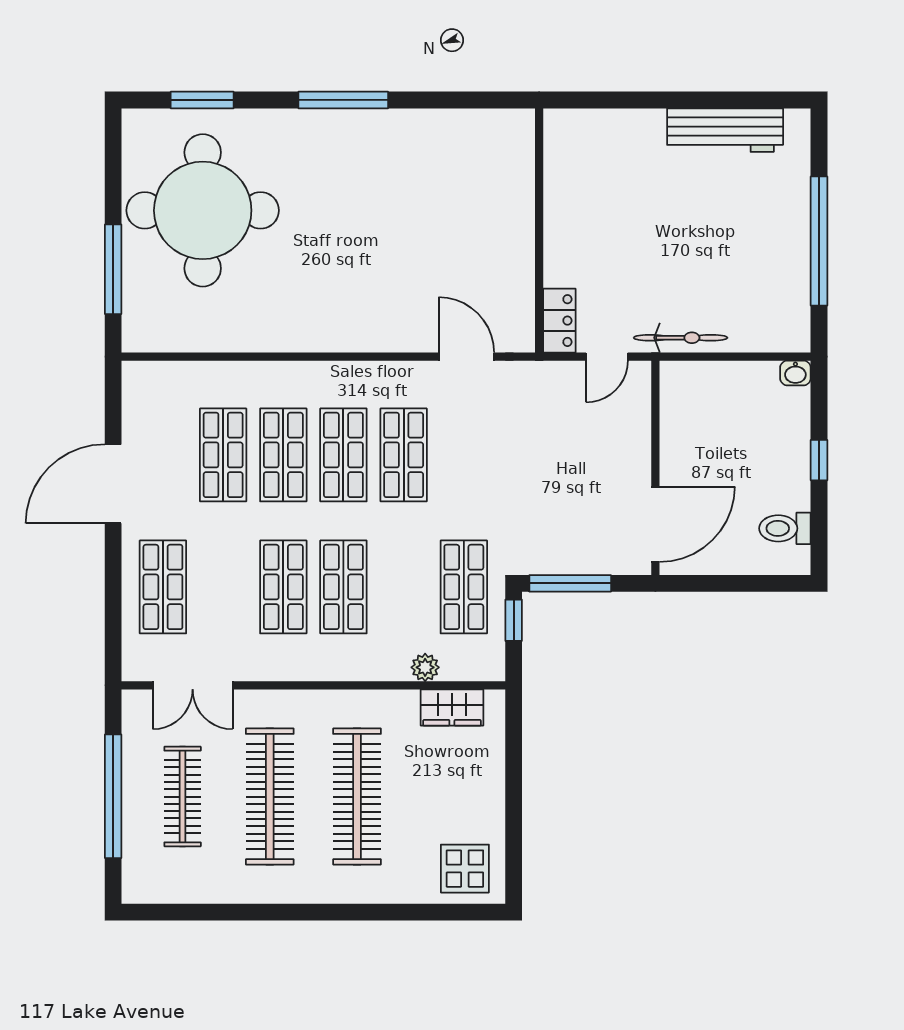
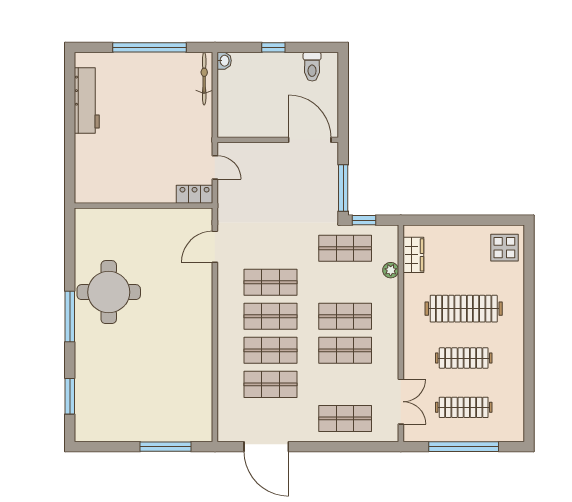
round table: (203, 210) -> (109, 292), moved, width x0.73, depth x0.73
bicycle: (681, 338) -> (204, 79), moved
door: (113, 484) -> (266, 447), moved
clothes rail: (270, 797) -> (464, 358), width x0.73, depth x0.76

